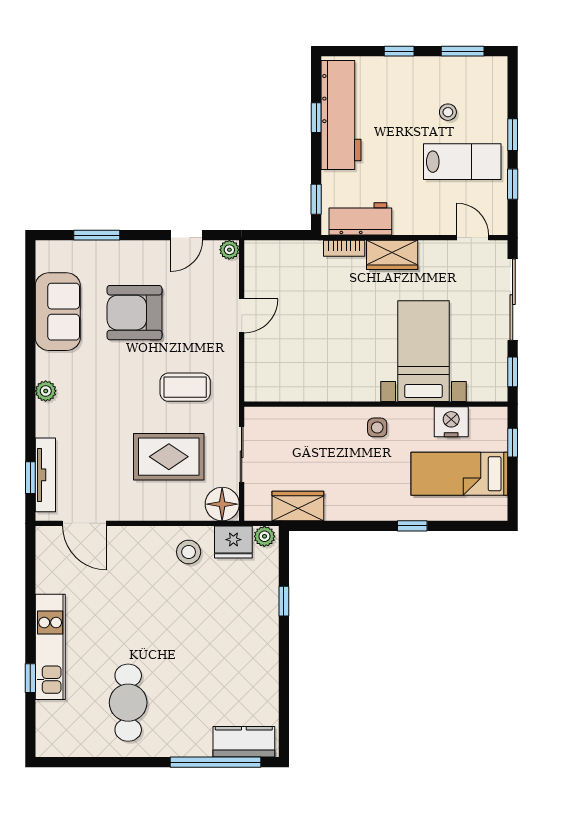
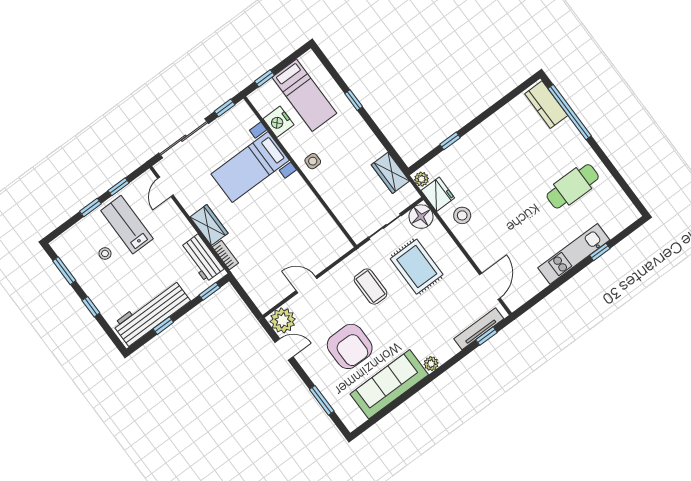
plant: (229, 250) -> (283, 320), width x1.88, depth x1.88
sofa: (58, 312) -> (389, 384), width x1.36

